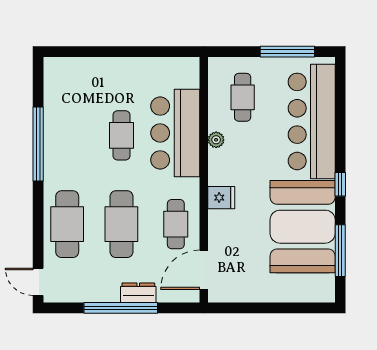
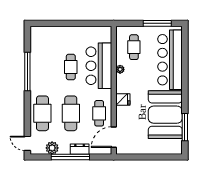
window: (340, 184) -> (185, 92), removed
plant: (86, 291) -> (52, 148), added

